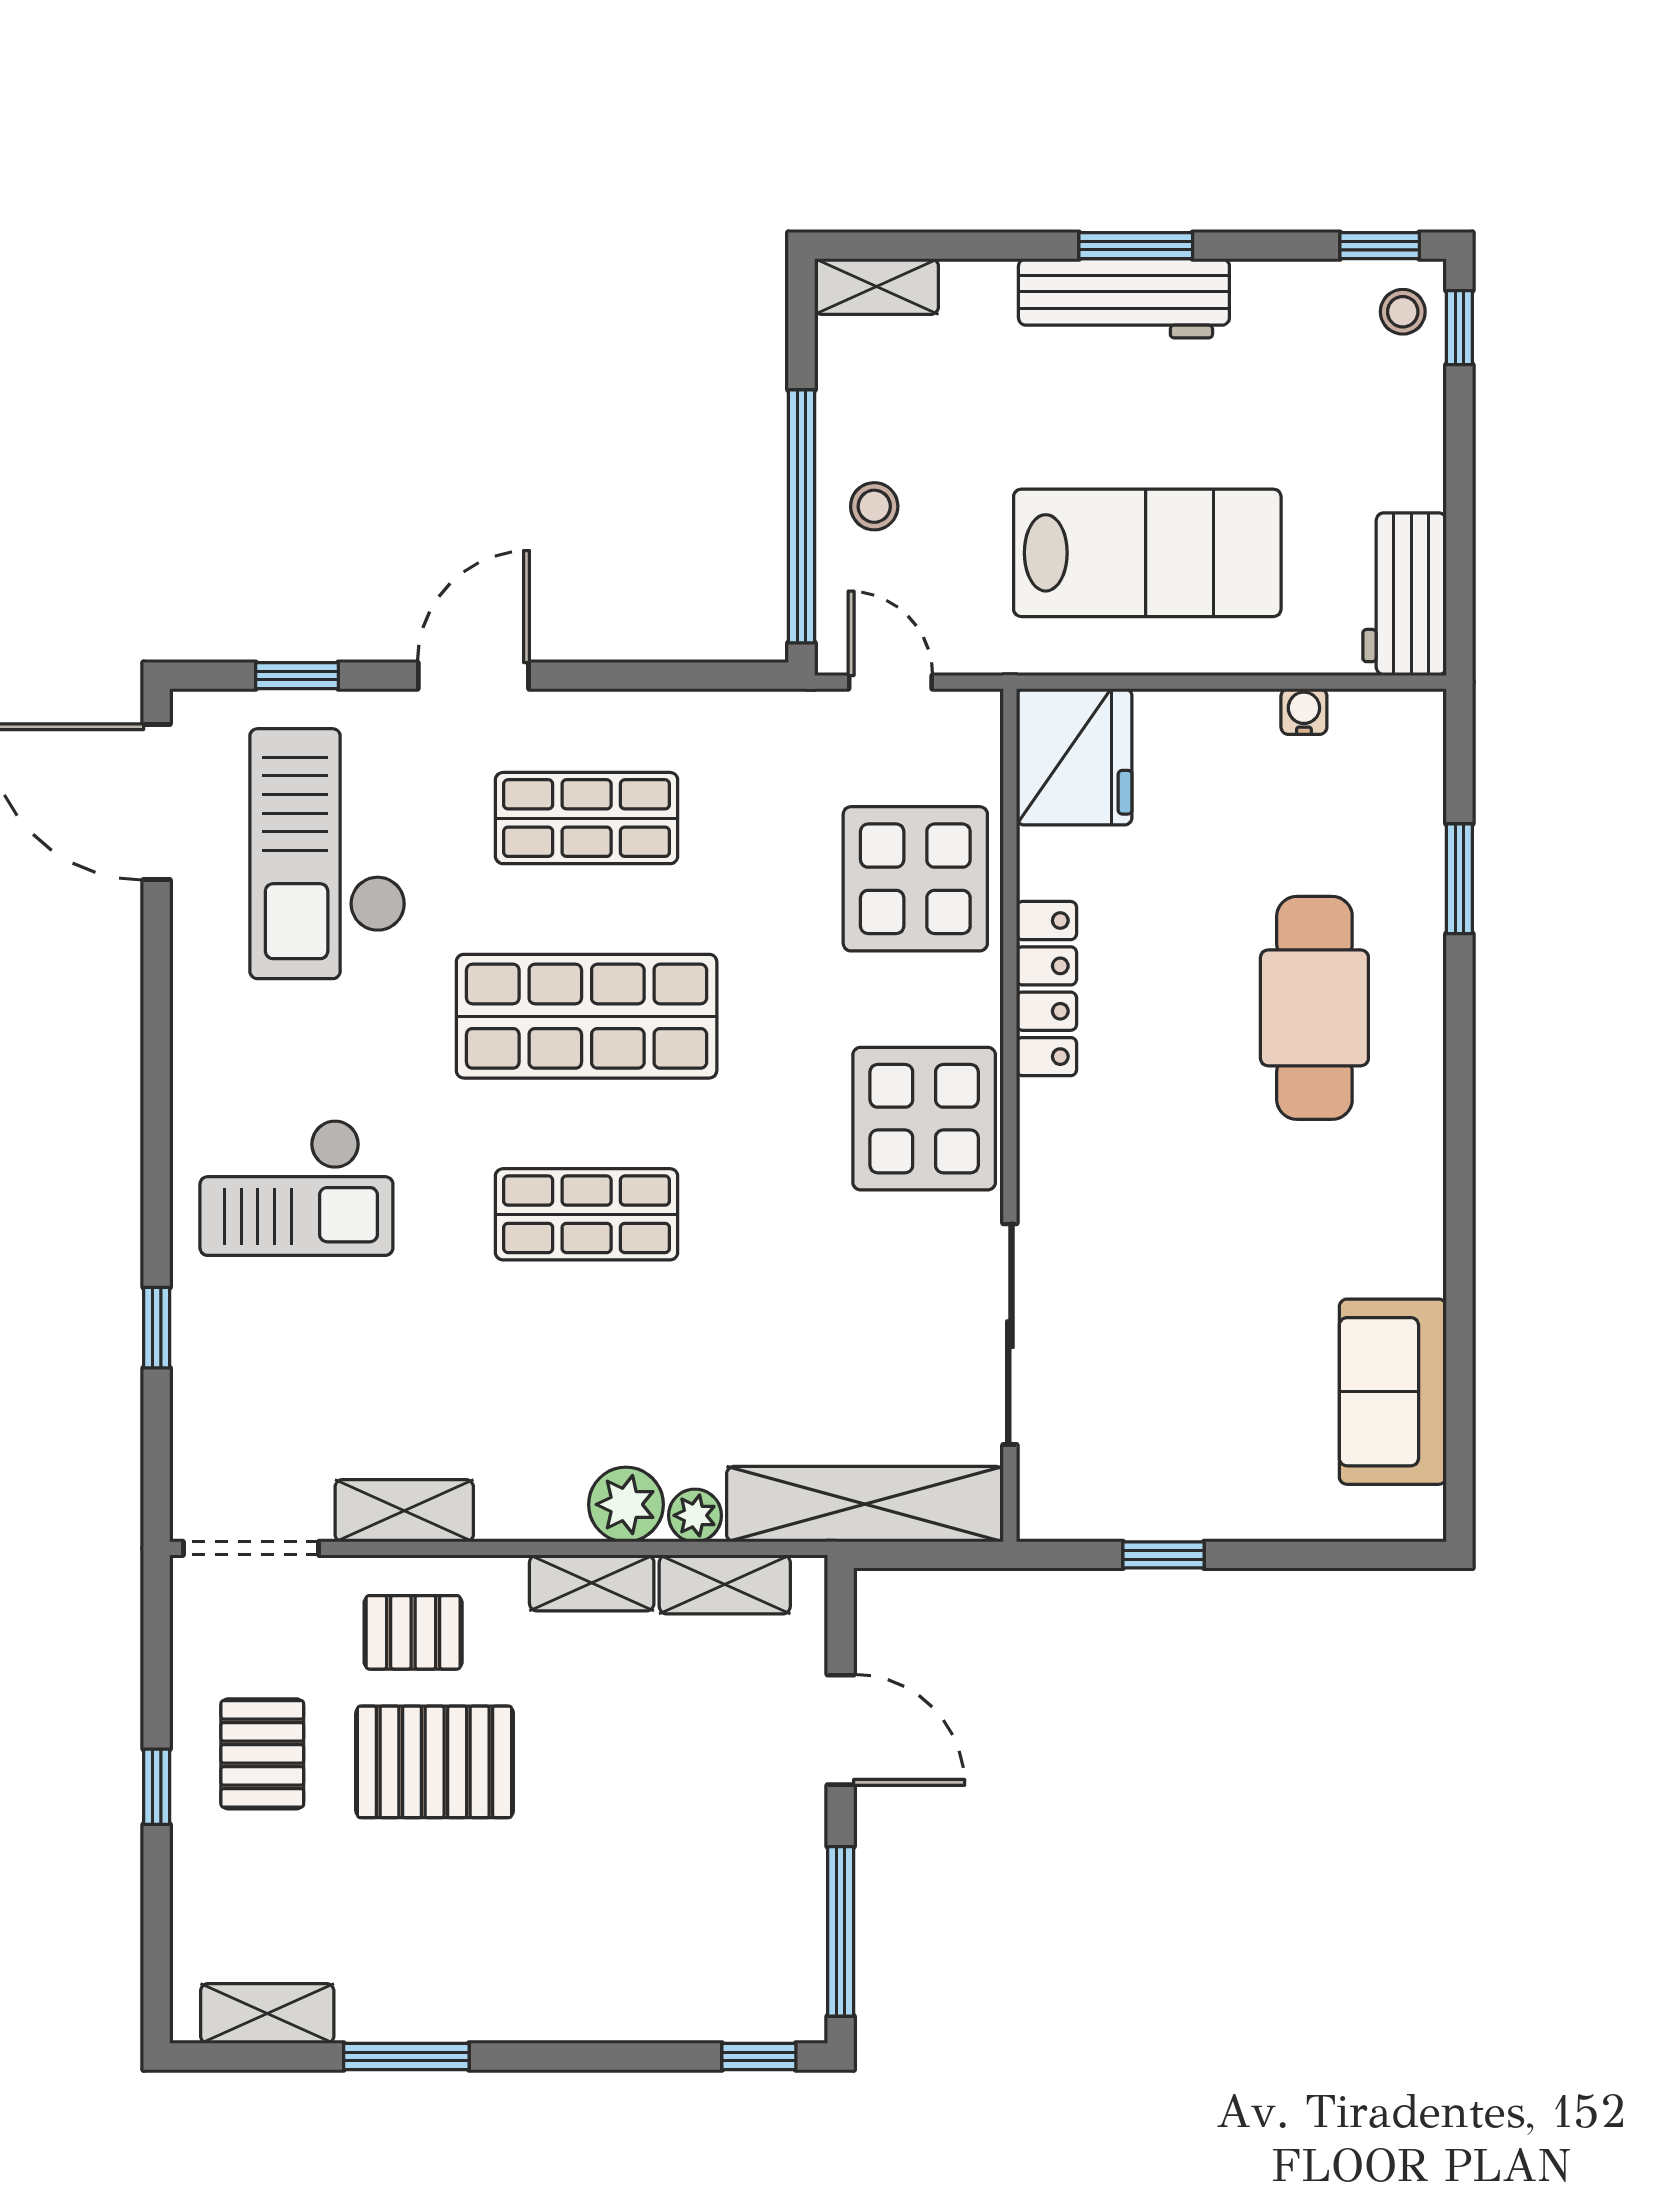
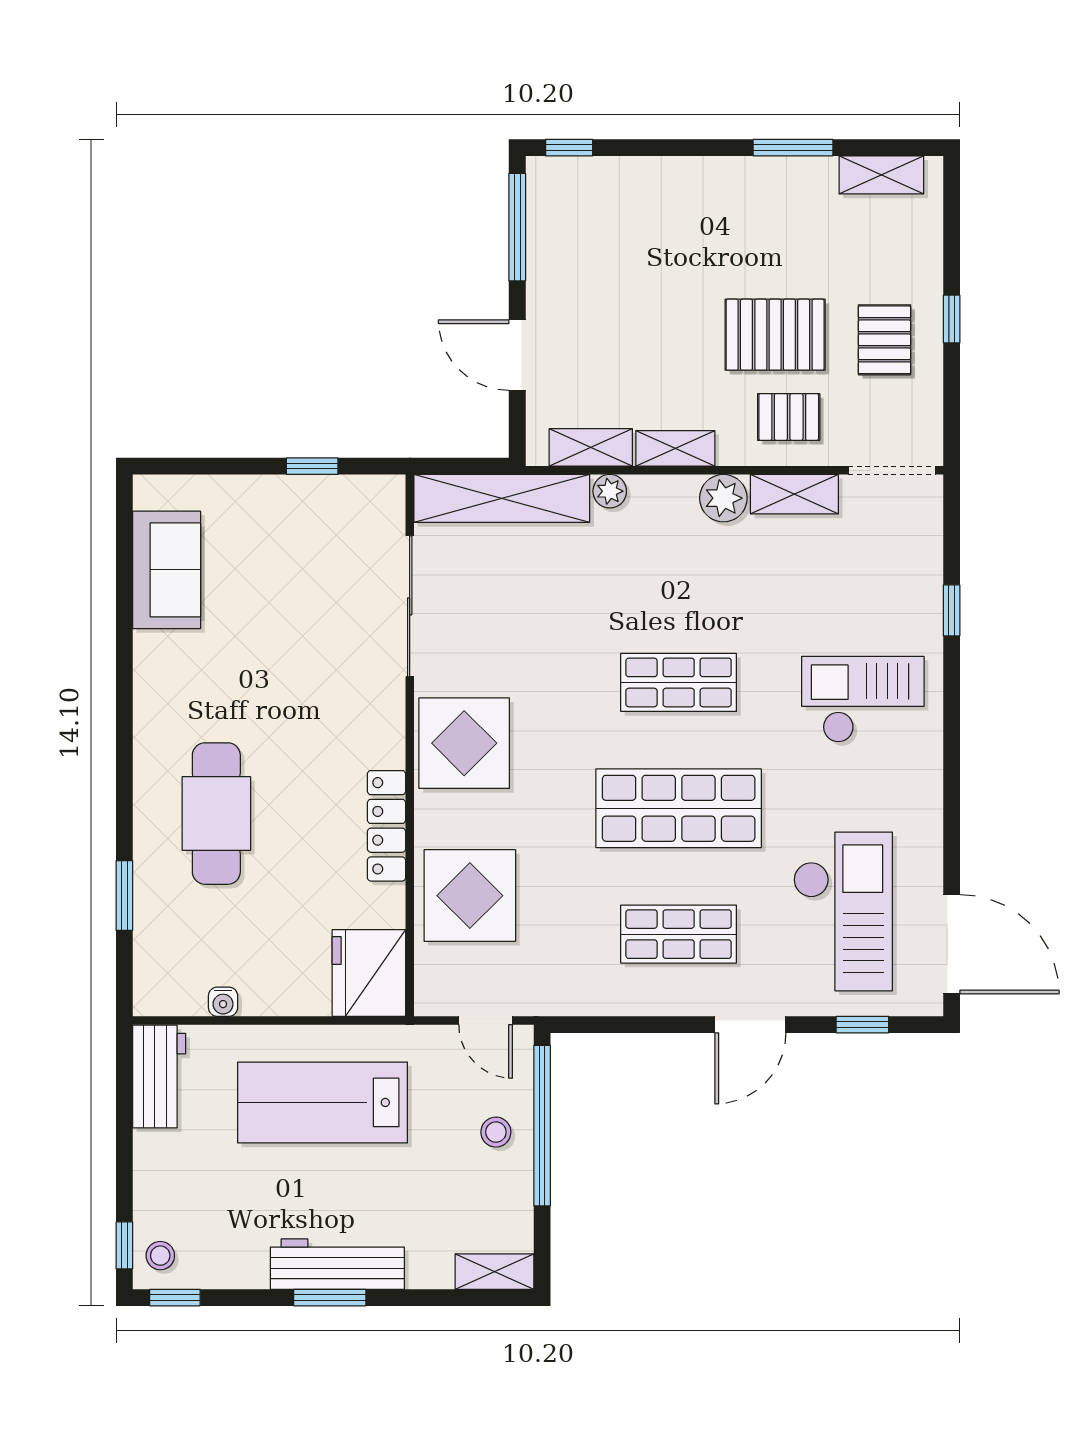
plant: (626, 1504) -> (723, 498), moved

